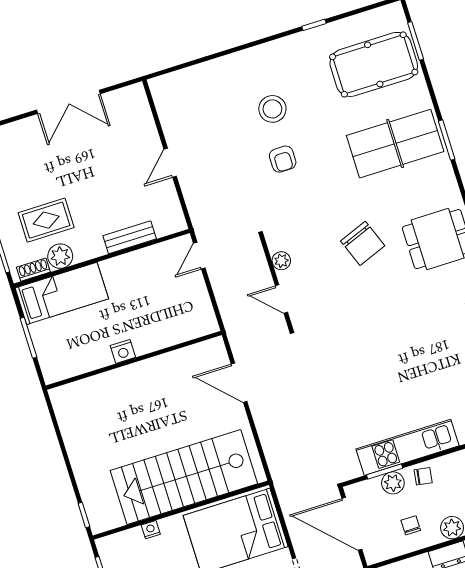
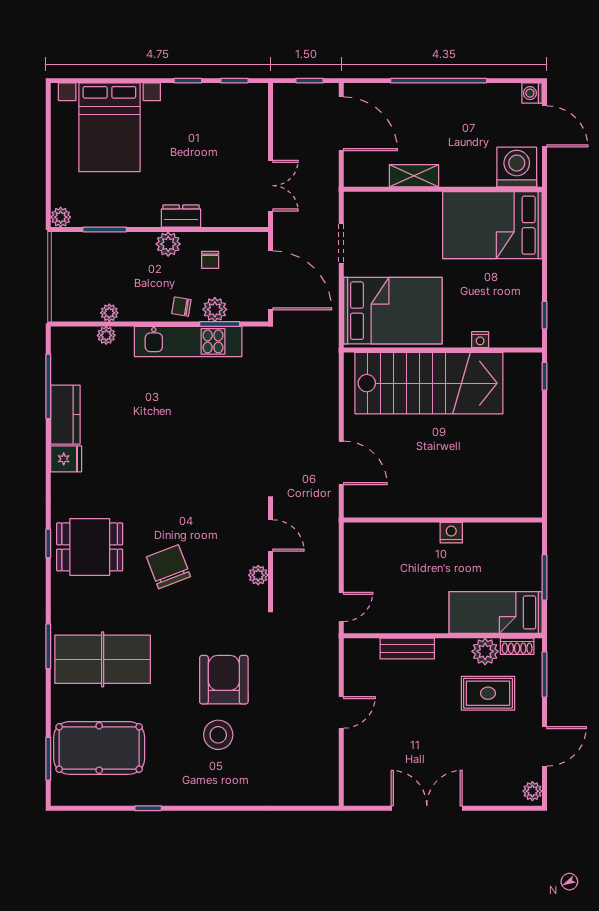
armchair: (283, 159) -> (224, 680), width x1.88, depth x1.88

